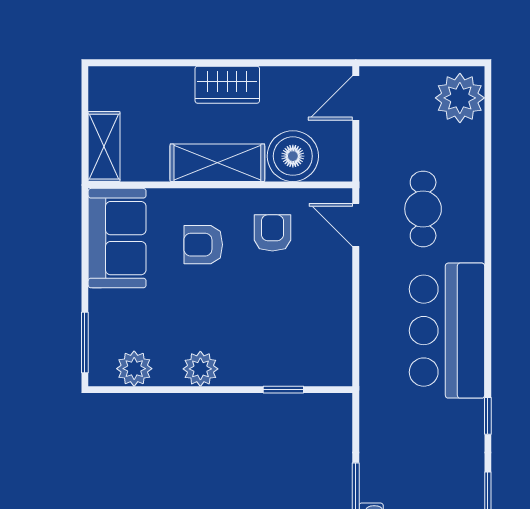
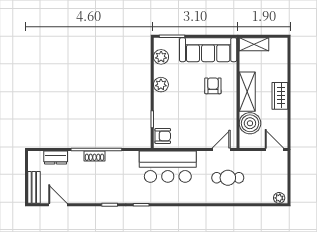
plant: (460, 98) -> (279, 198), width x0.53, depth x0.53
armchair: (272, 233) -> (163, 136), moved
sofa: (117, 238) -> (208, 50), width x1.36
bar counter: (447, 331) -> (168, 167), moved, turned 180

